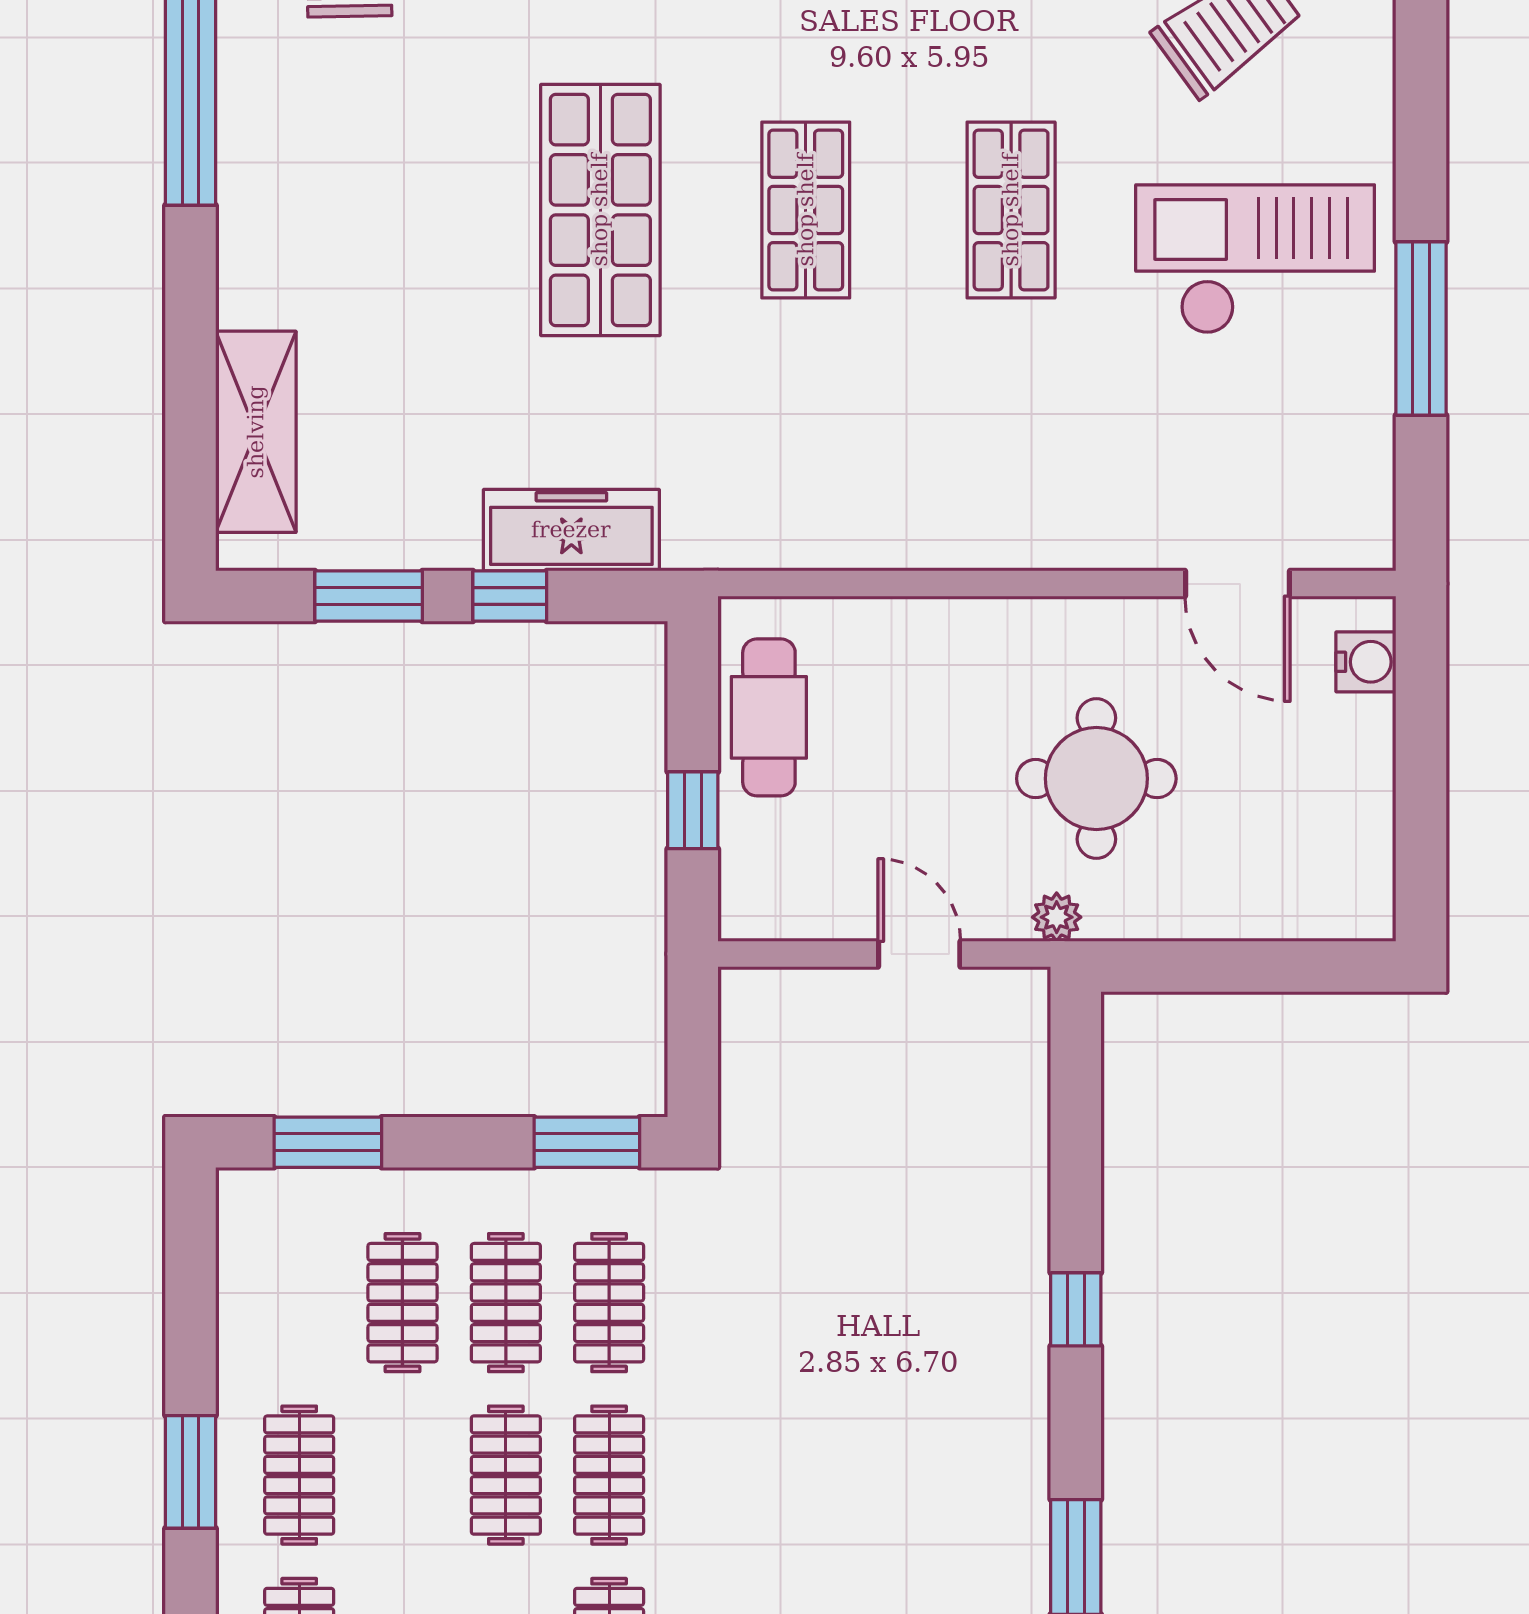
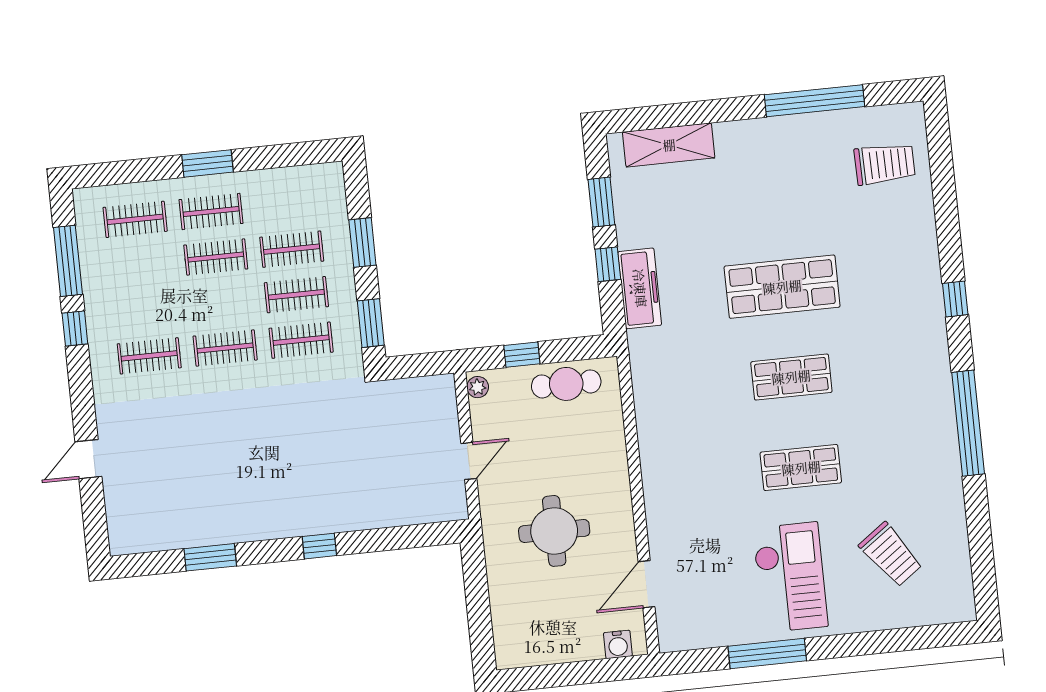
plant: (1057, 917) -> (478, 387), moved
window: (328, 1142) -> (362, 242), moved
clothes rail: (506, 1475) -> (216, 257), moved

